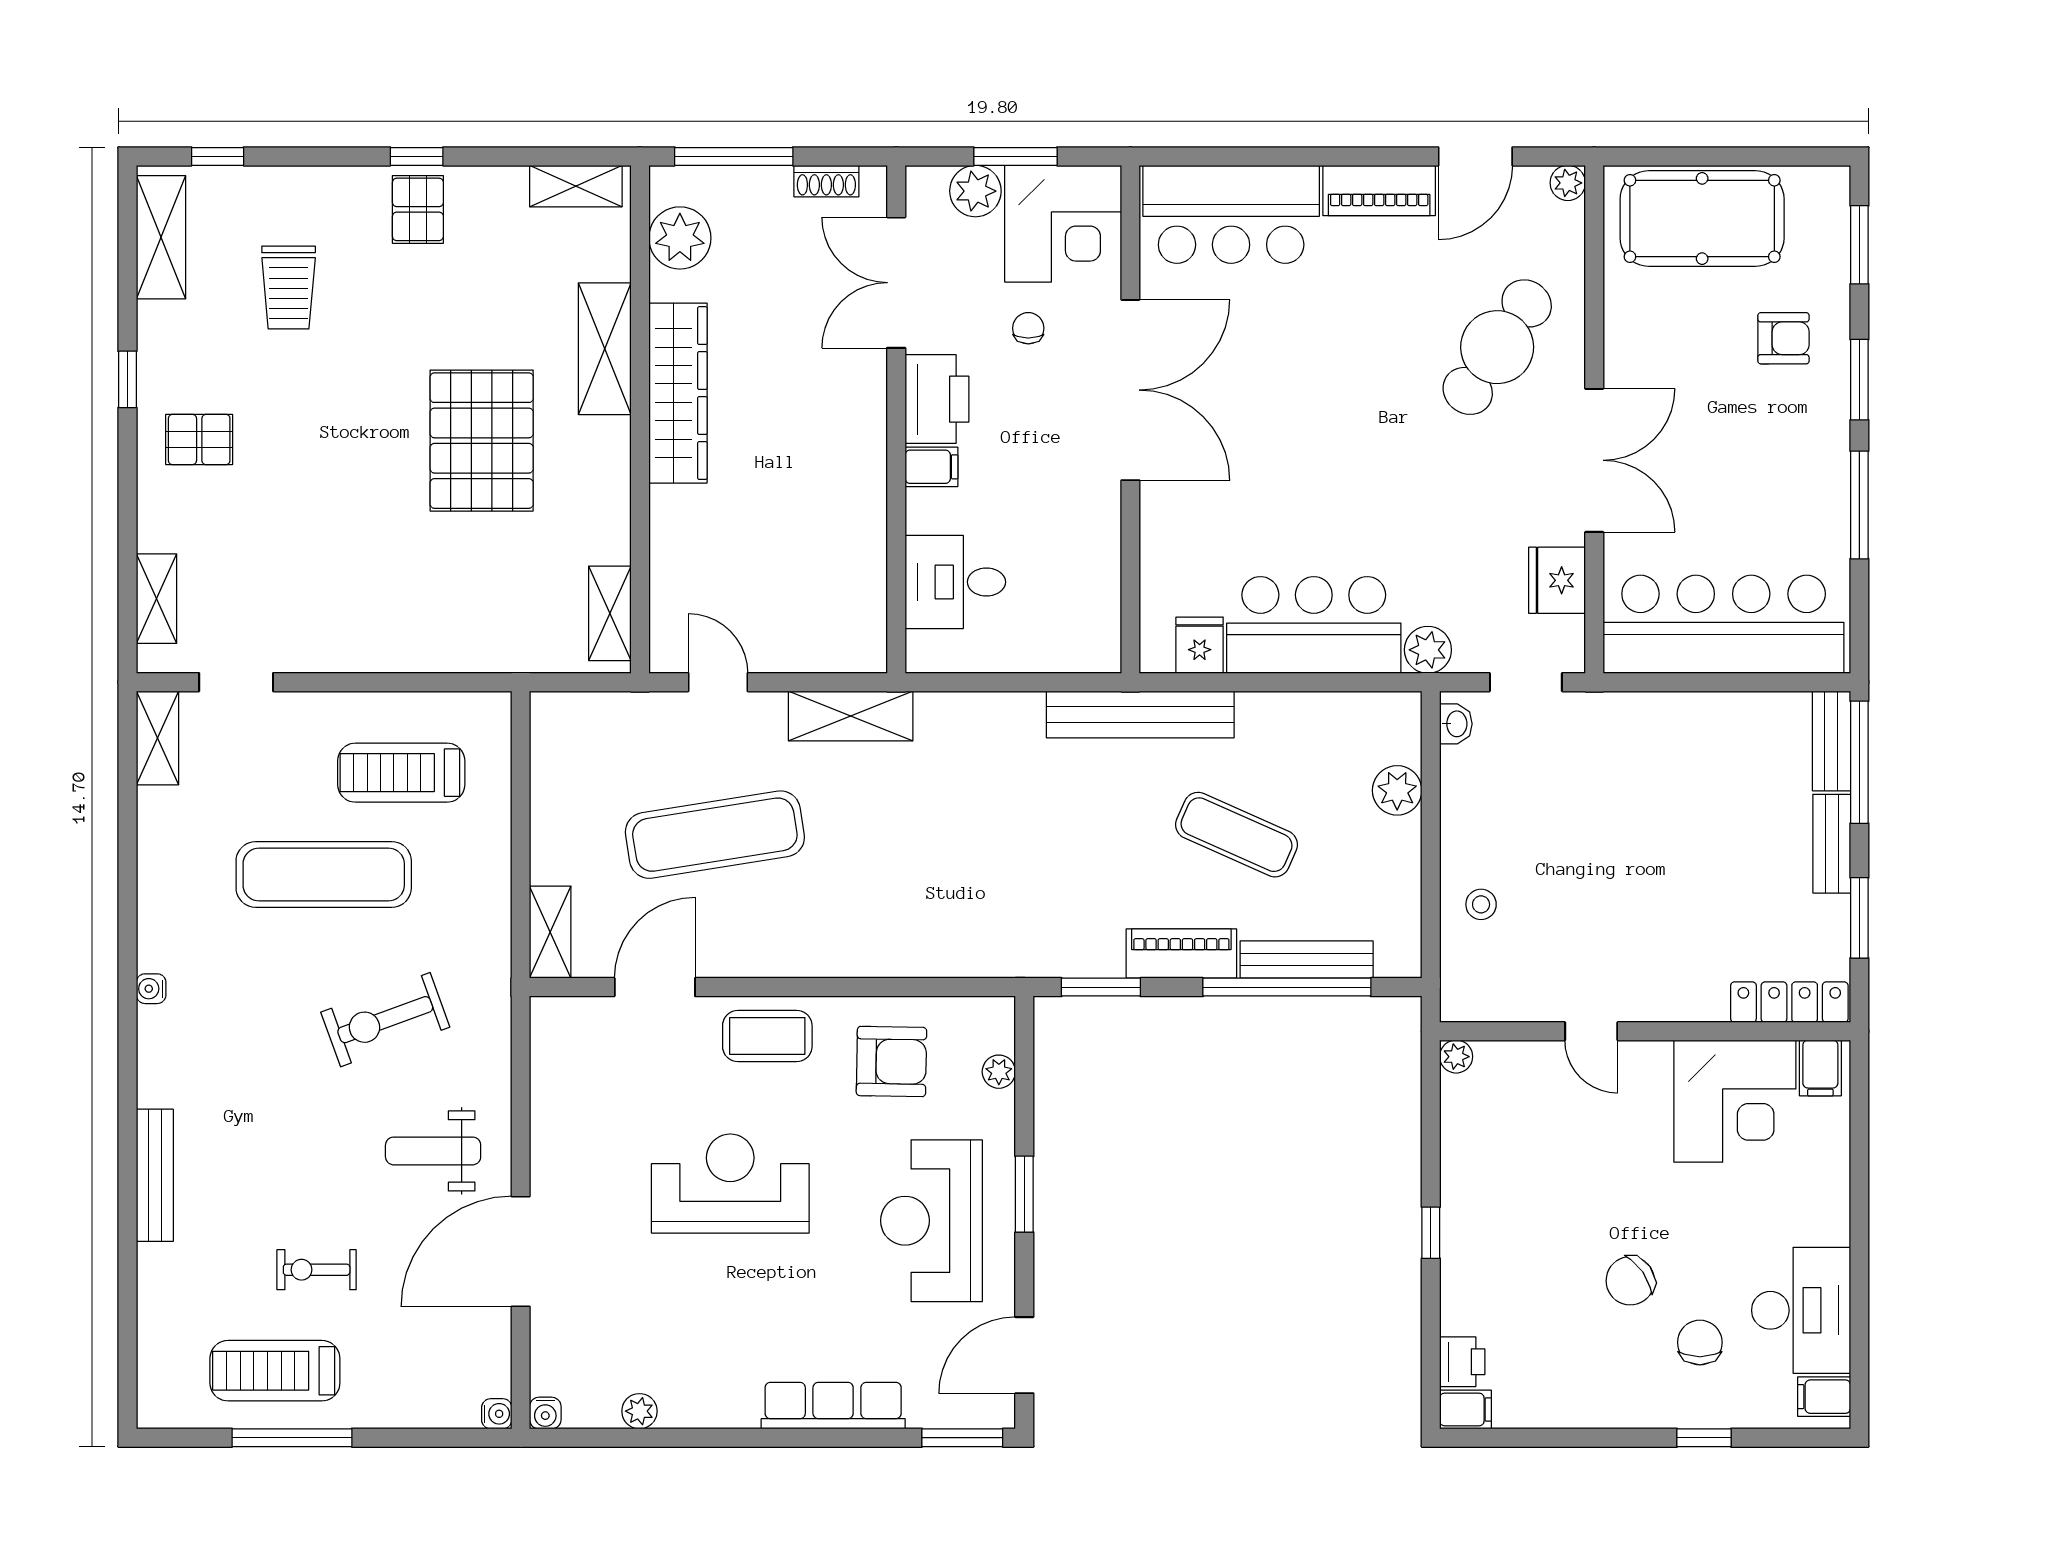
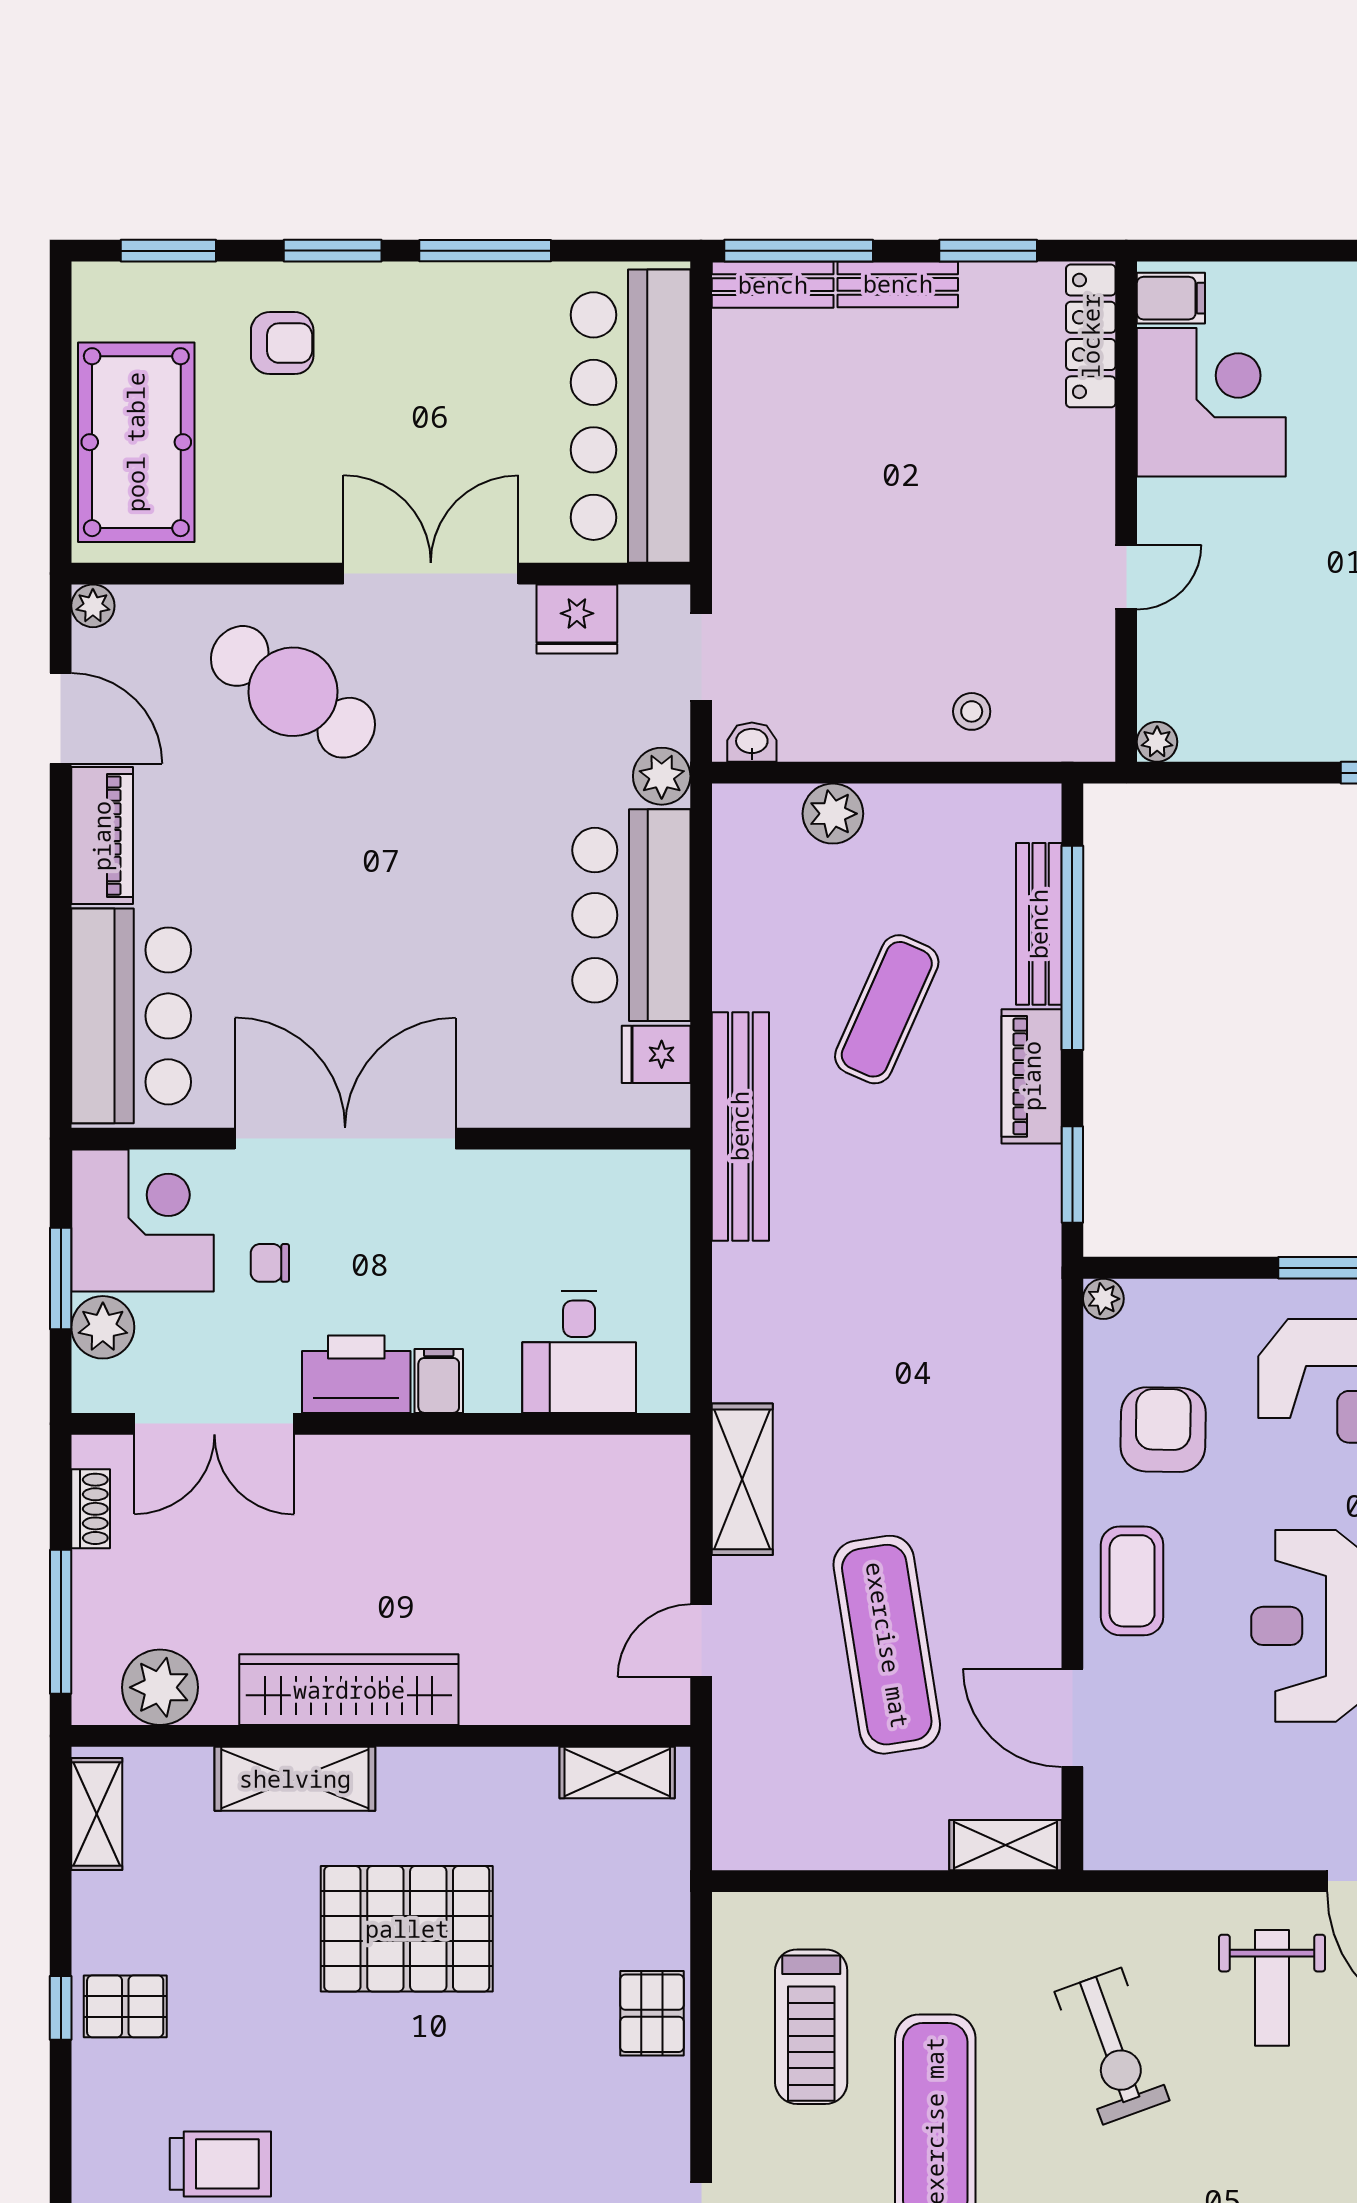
armchair: (1783, 338) -> (282, 343), turned 90
pallet: (412, 642) -> (652, 2013), added
plant: (999, 1072) -> (1103, 1299), moved

